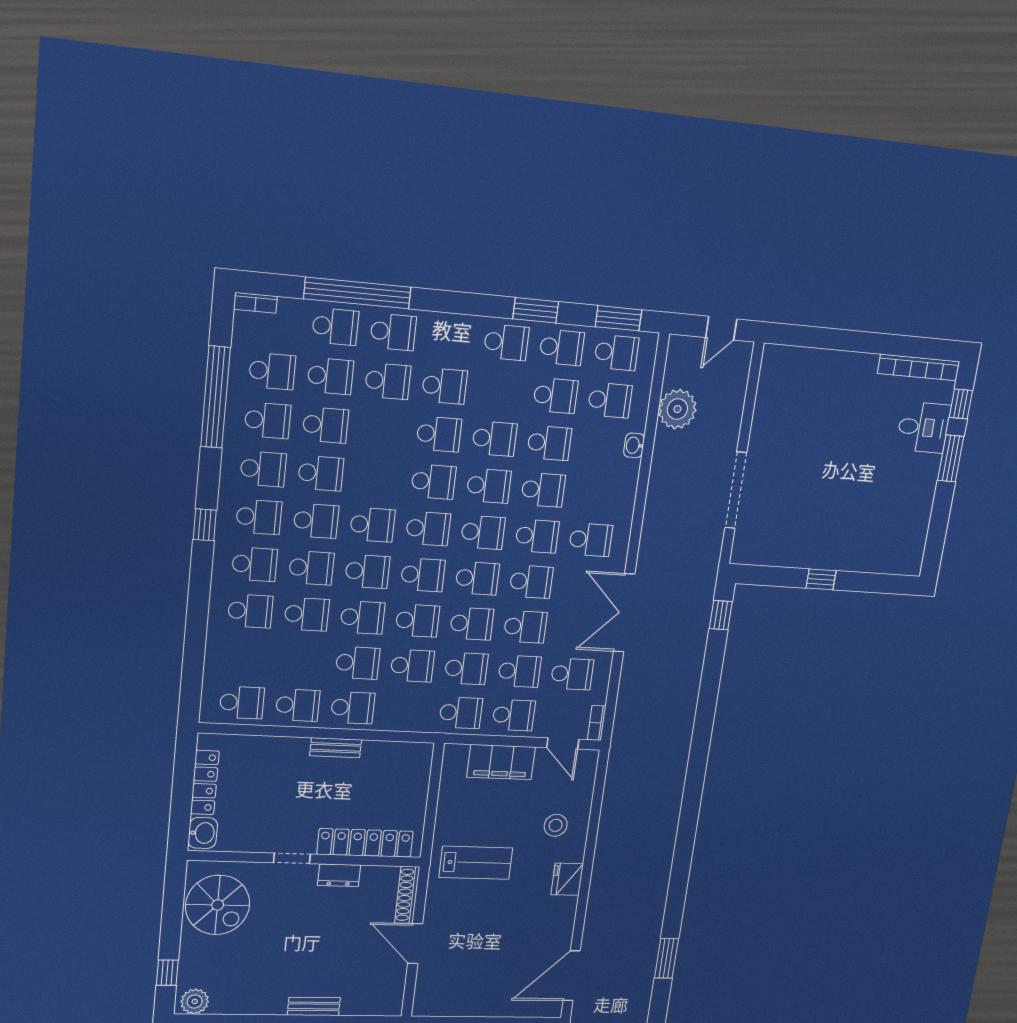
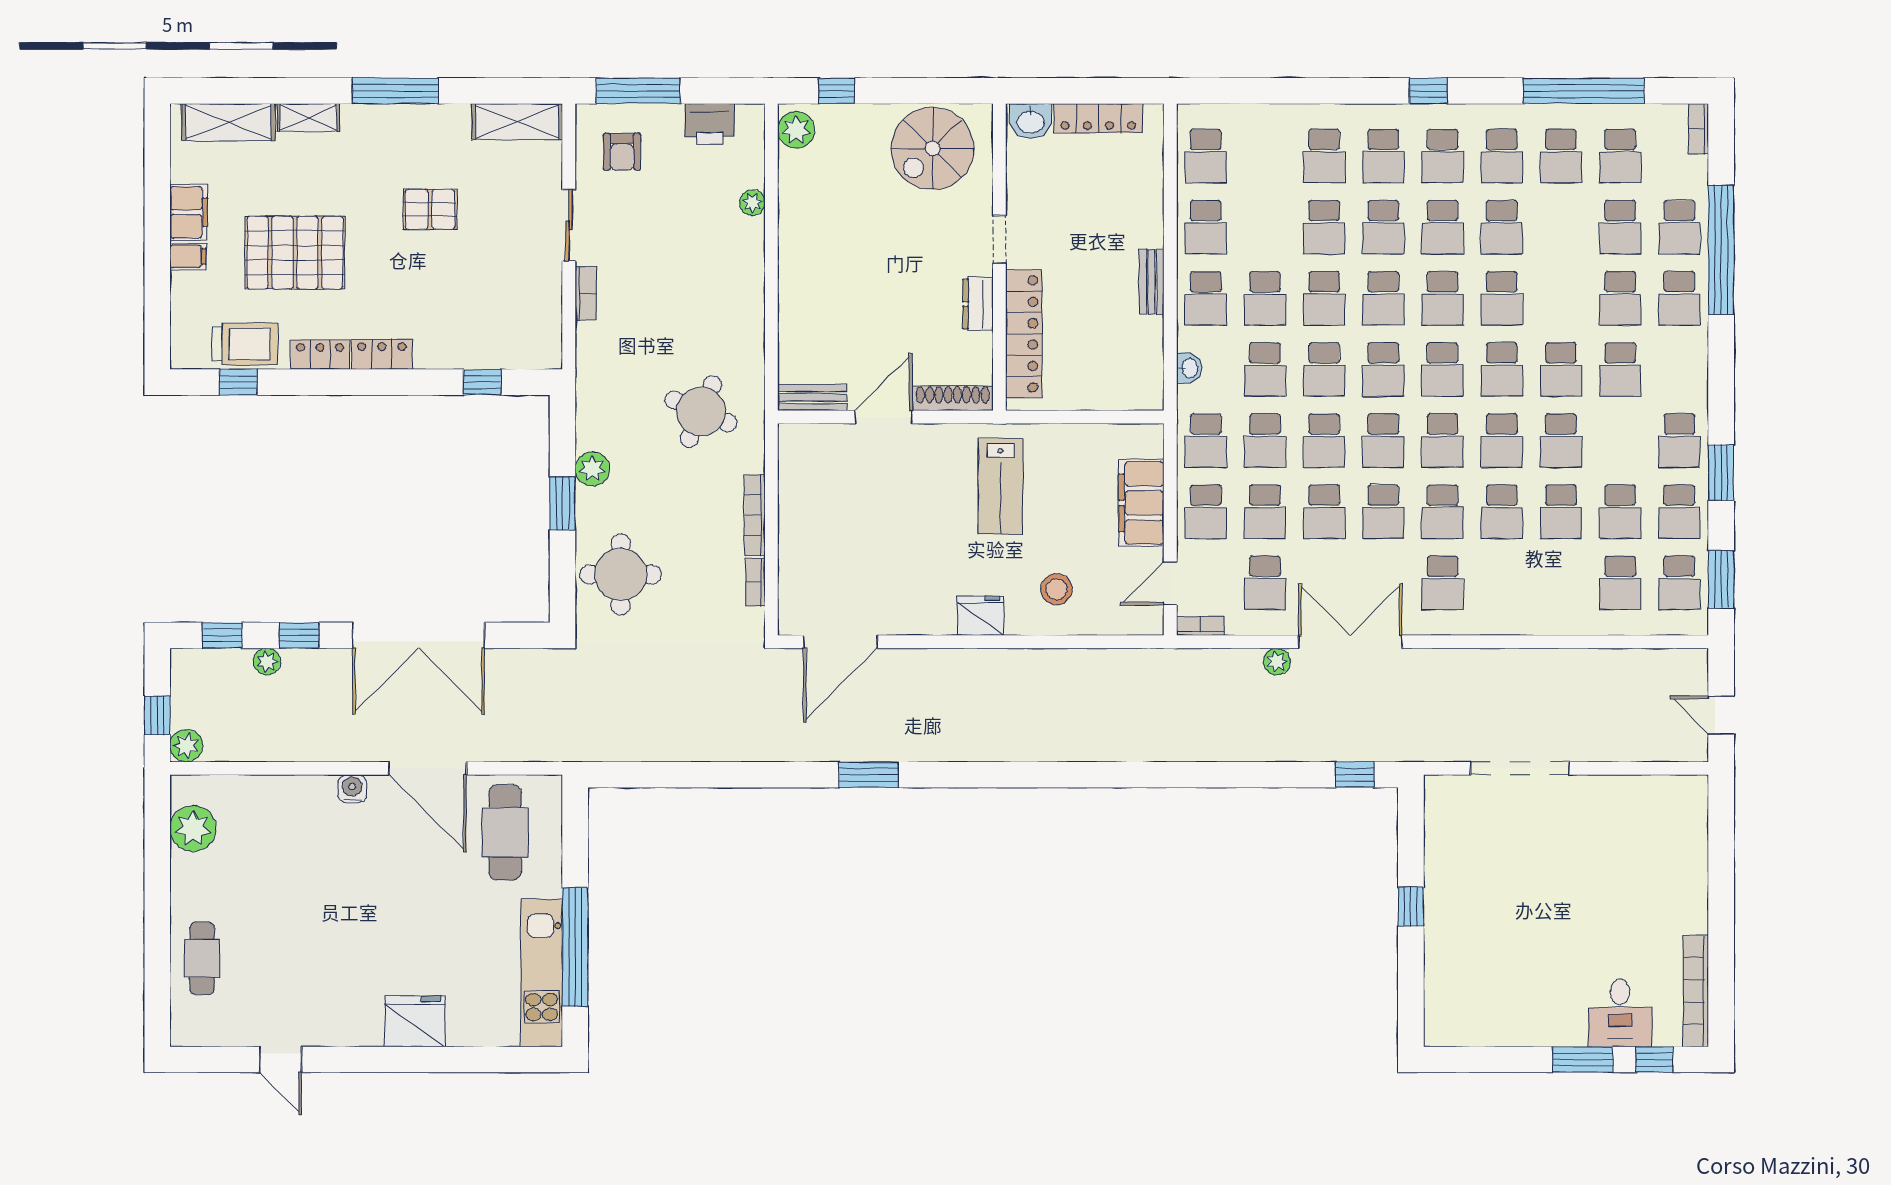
plant: (677, 409) -> (1277, 662), moved, width x0.53, depth x0.53
school desk: (325, 425) -> (1502, 298), moved
washbasin: (634, 445) -> (1189, 368), moved, turned 90
door: (572, 976) -> (840, 642), swing flipped
bench: (314, 1006) -> (812, 397), moved, turned 90

